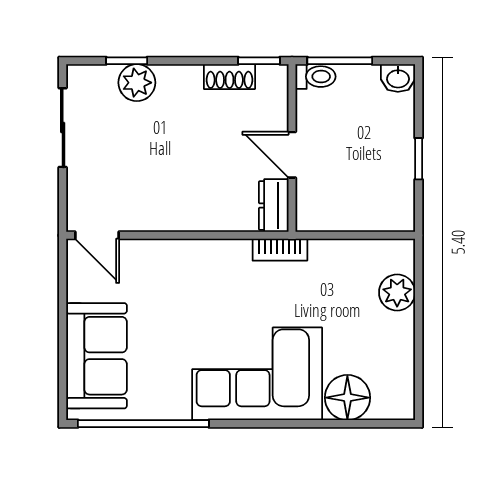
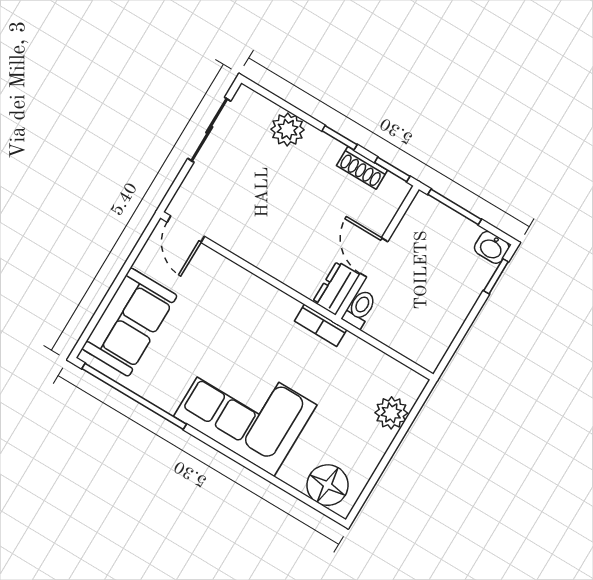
window: (127, 61) -> (340, 138), moved
toilet: (316, 77) -> (360, 309), moved, turned -90
window: (419, 159) -> (496, 276), moved
floor lamp: (347, 398) -> (328, 485), moved

